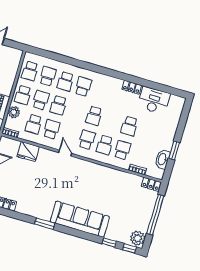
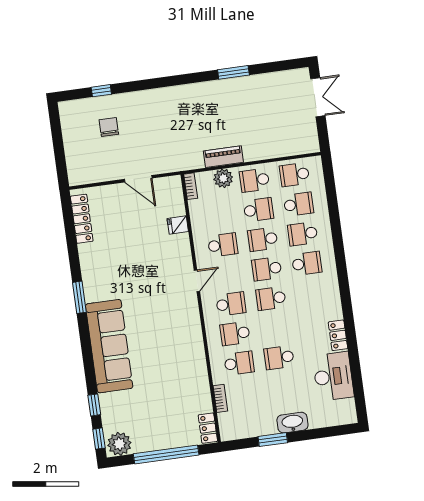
school desk: (34, 124) -> (267, 269), moved
fridge: (28, 152) -> (178, 225), width x0.53, depth x0.75
washbasin: (162, 159) -> (292, 423), moved

